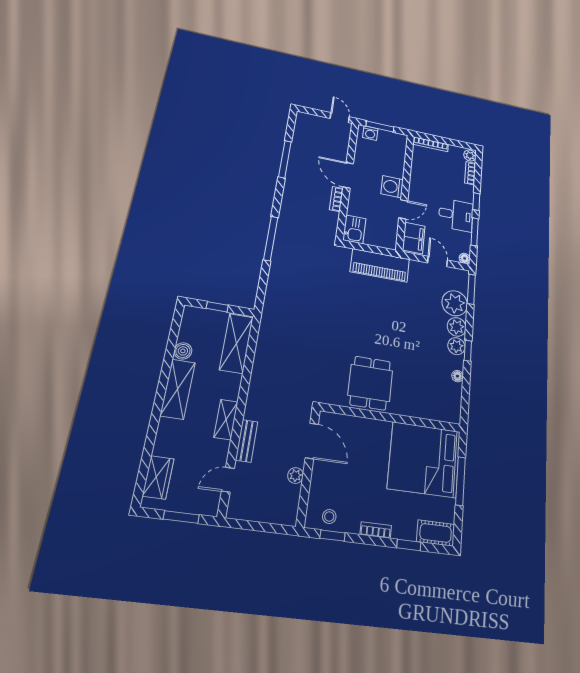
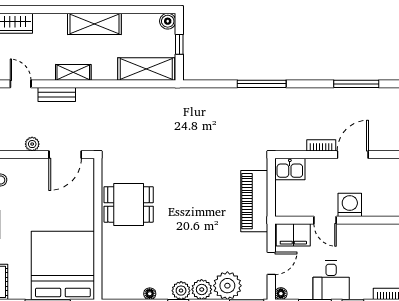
boiler: (183, 351) -> (168, 21), moved

